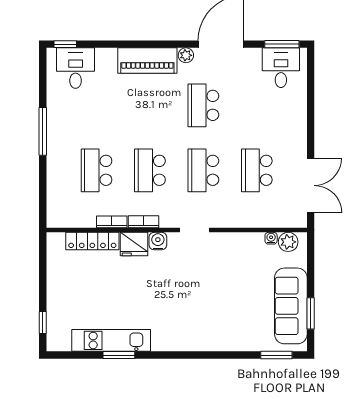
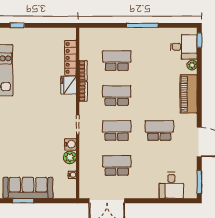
plant: (186, 55) -> (192, 65), moved
desk: (281, 68) -> (171, 185), moved, turned 90
water cooler: (158, 241) -> (70, 144), moved
plant: (288, 242) -> (70, 157), moved

